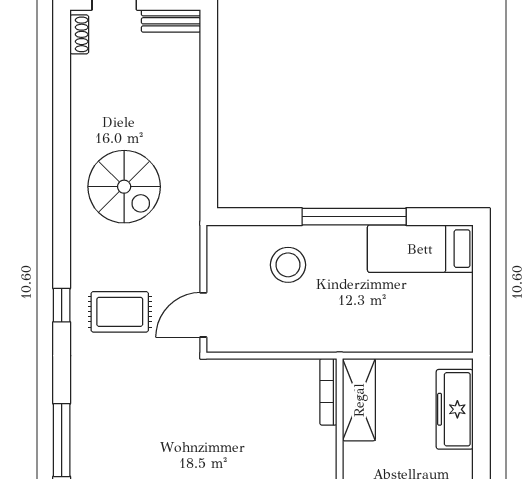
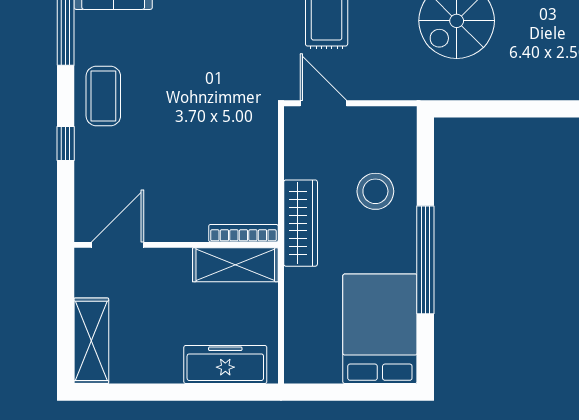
bed: (420, 249) -> (380, 329), width x1.50
wardrobe: (319, 337) -> (301, 223), added

